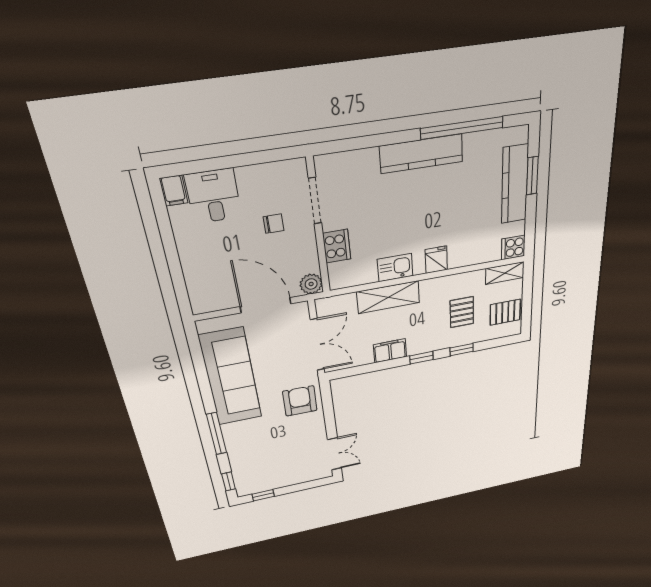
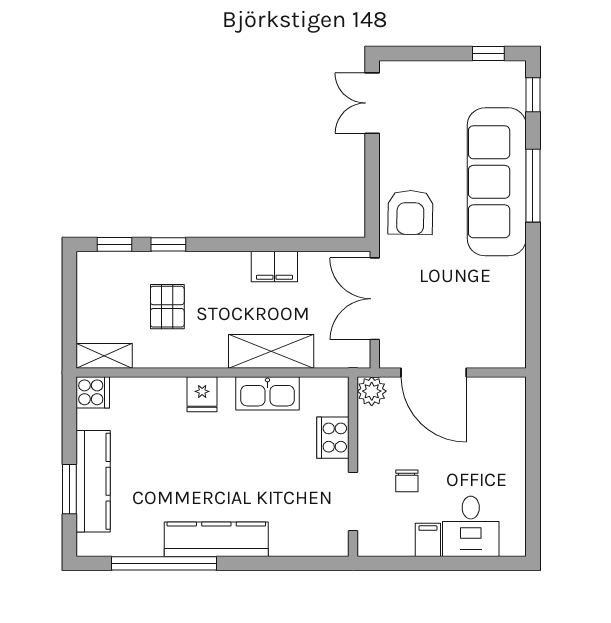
filing cabinet: (174, 191) -> (428, 540), moved
chair: (274, 224) -> (407, 481), turned -90
kitchen sink: (395, 268) -> (267, 393), width x1.38
pallet: (505, 312) -> (102, 293), removed
window: (421, 358) -> (114, 244), moved
sofa: (231, 377) -> (497, 182), moved

